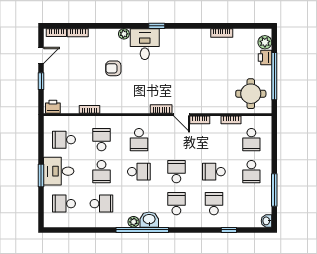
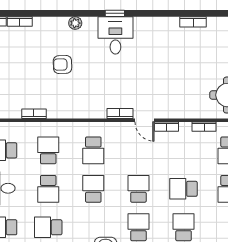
desk: (145, 44) -> (115, 35), moved
school desk: (139, 172) -> (93, 189), turned -90
school desk: (101, 204) -> (48, 227), turned 180

